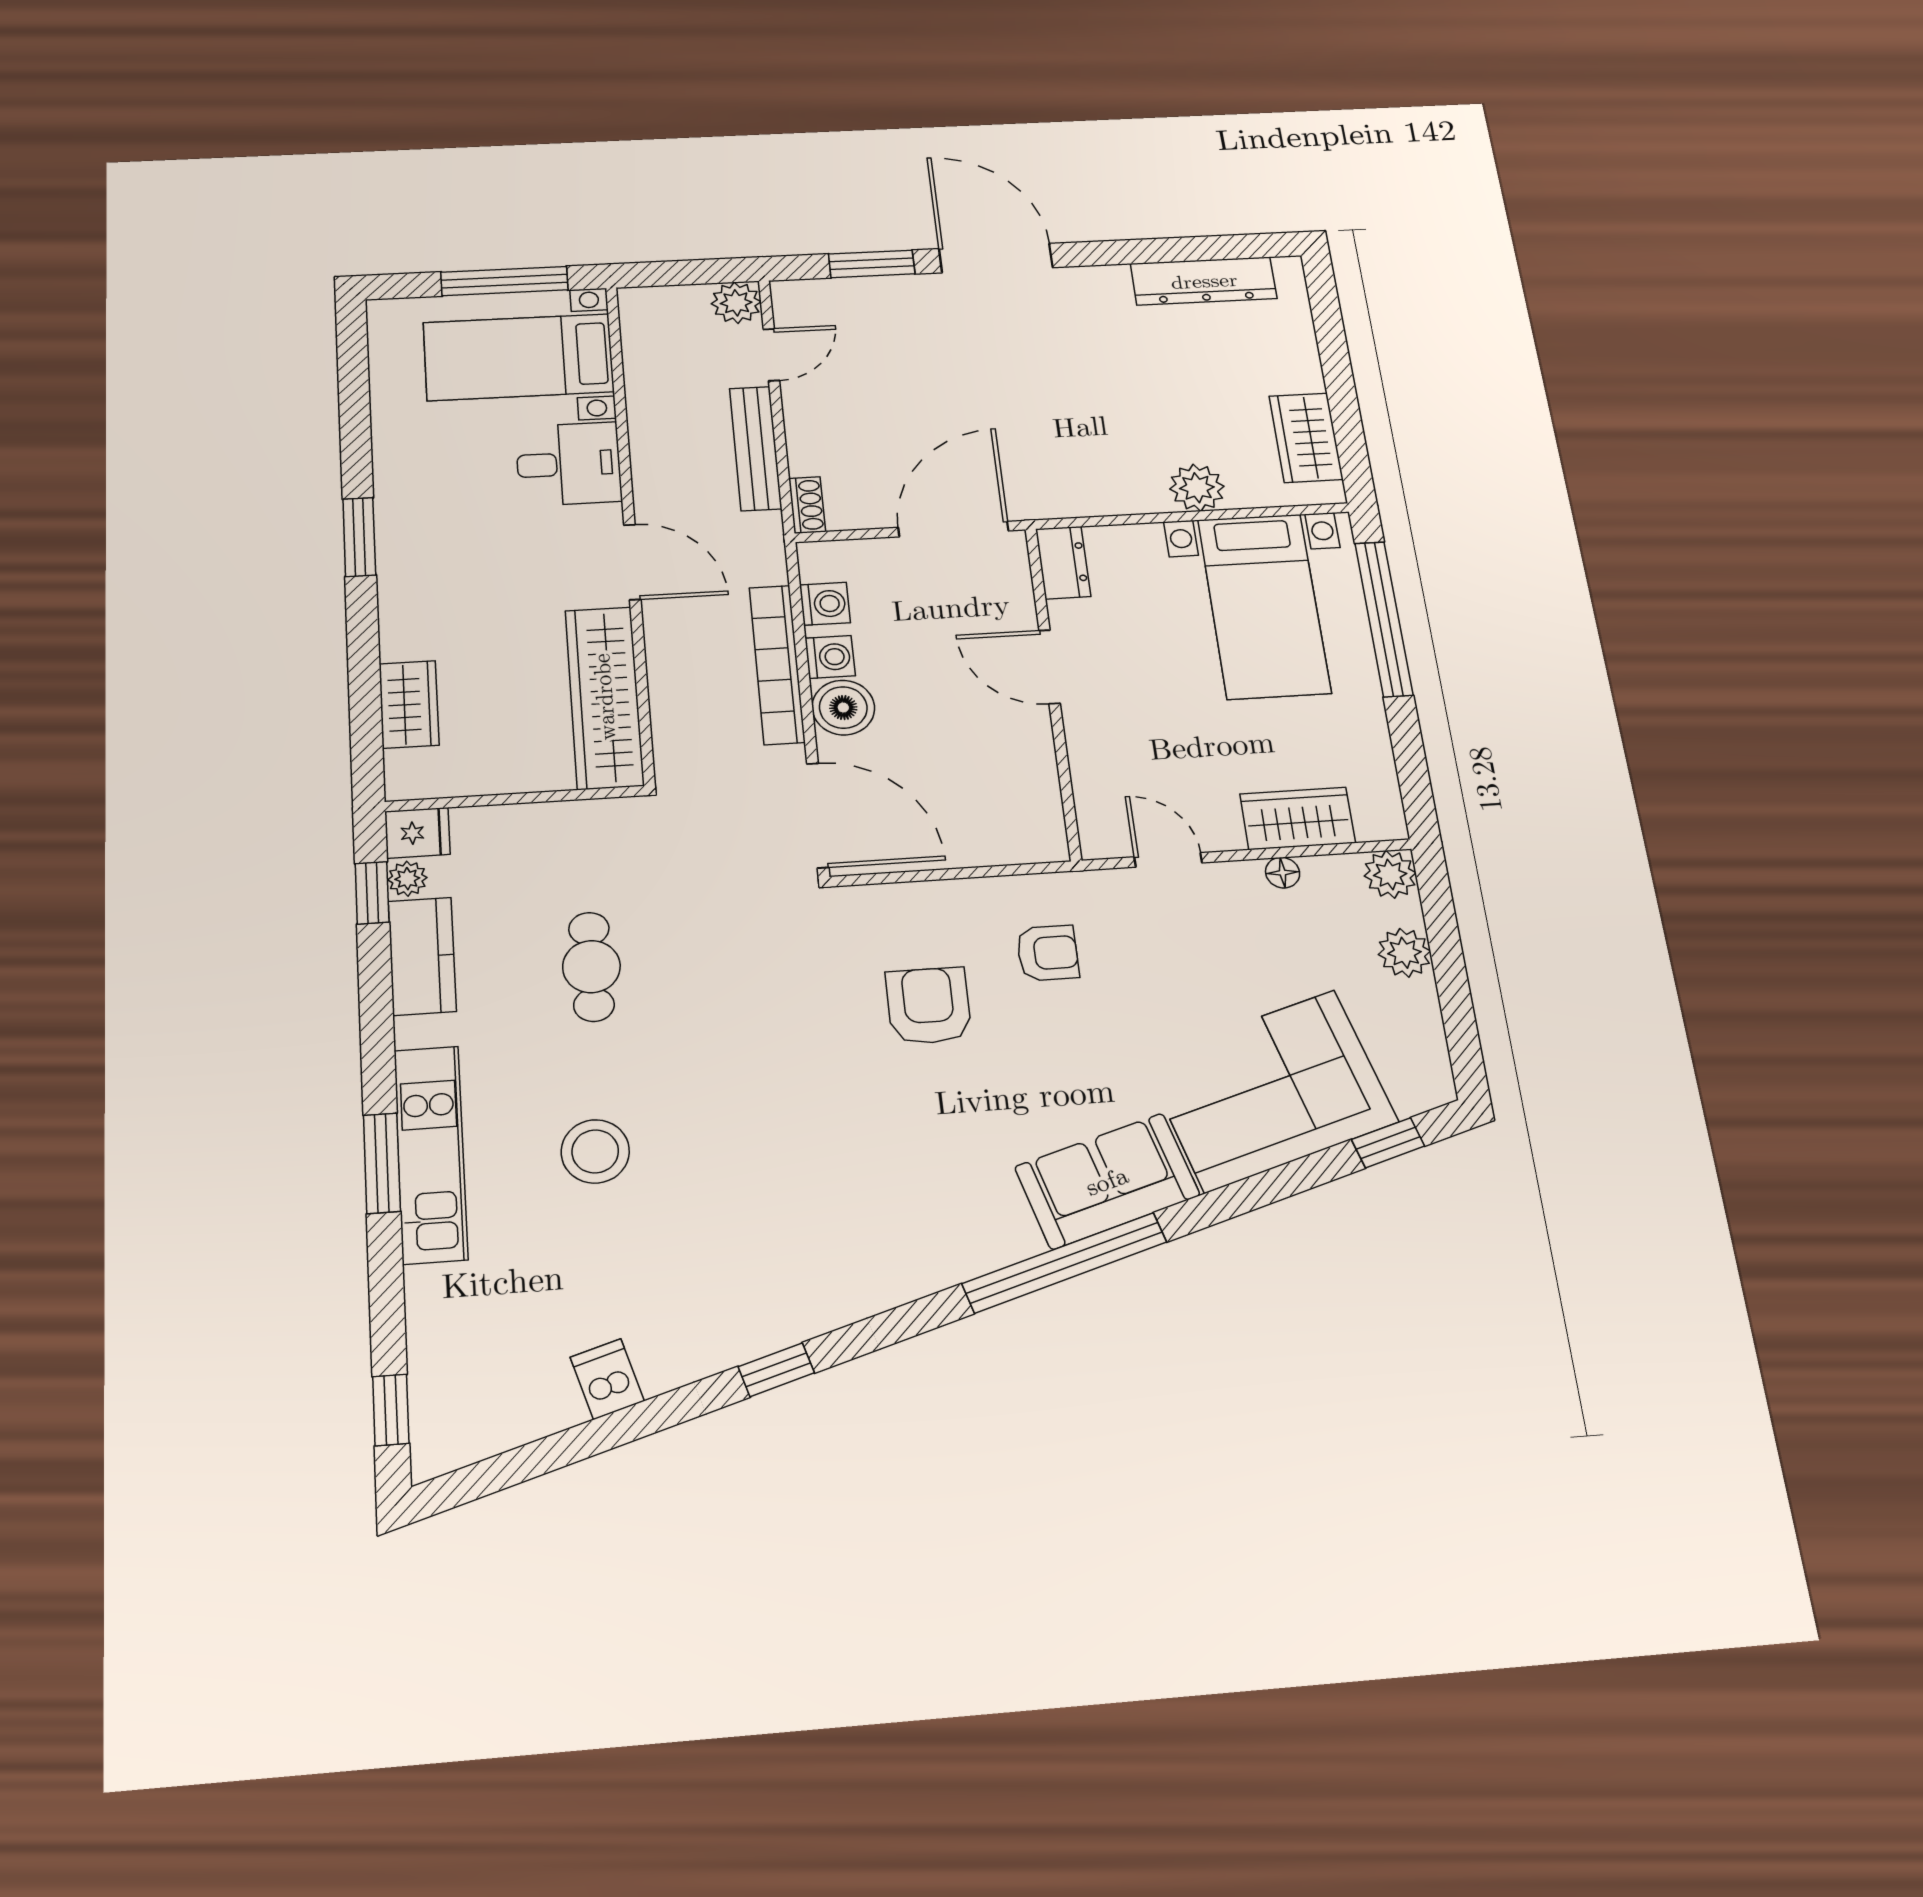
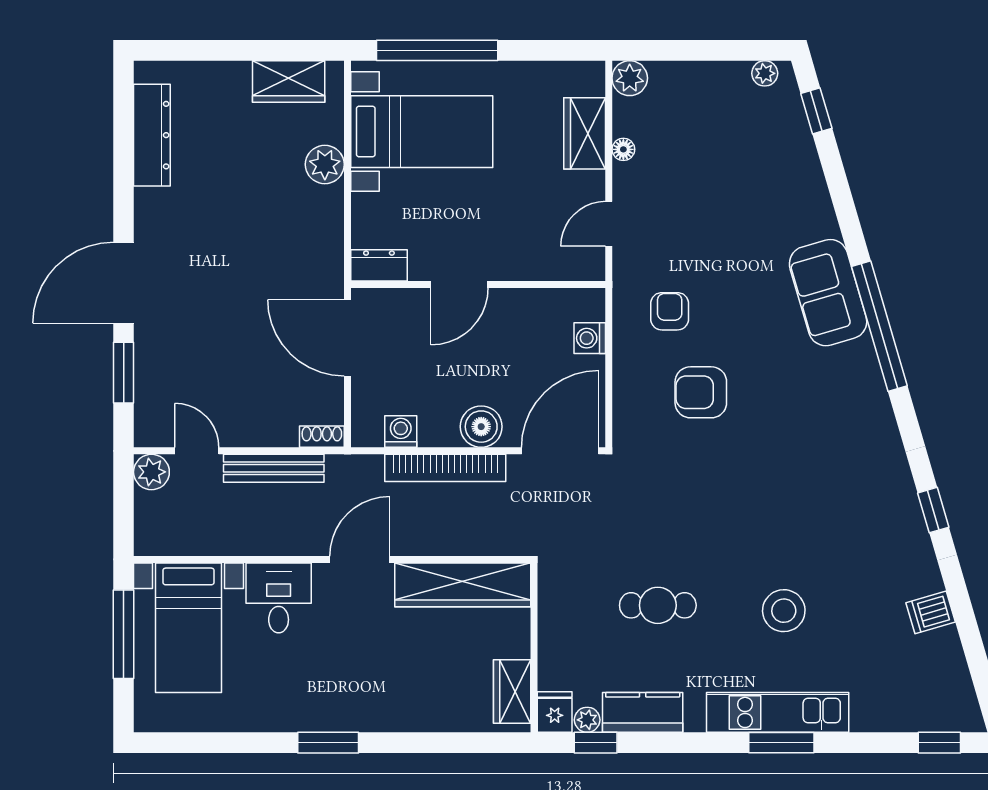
washing machine: (830, 657) -> (590, 338), moved, turned -90
wardrobe: (409, 704) -> (512, 692), moved, turned -90
plant: (1404, 953) -> (765, 73), moved, width x0.73, depth x0.73
corner sofa: (1270, 1091) -> (775, 181), removed

